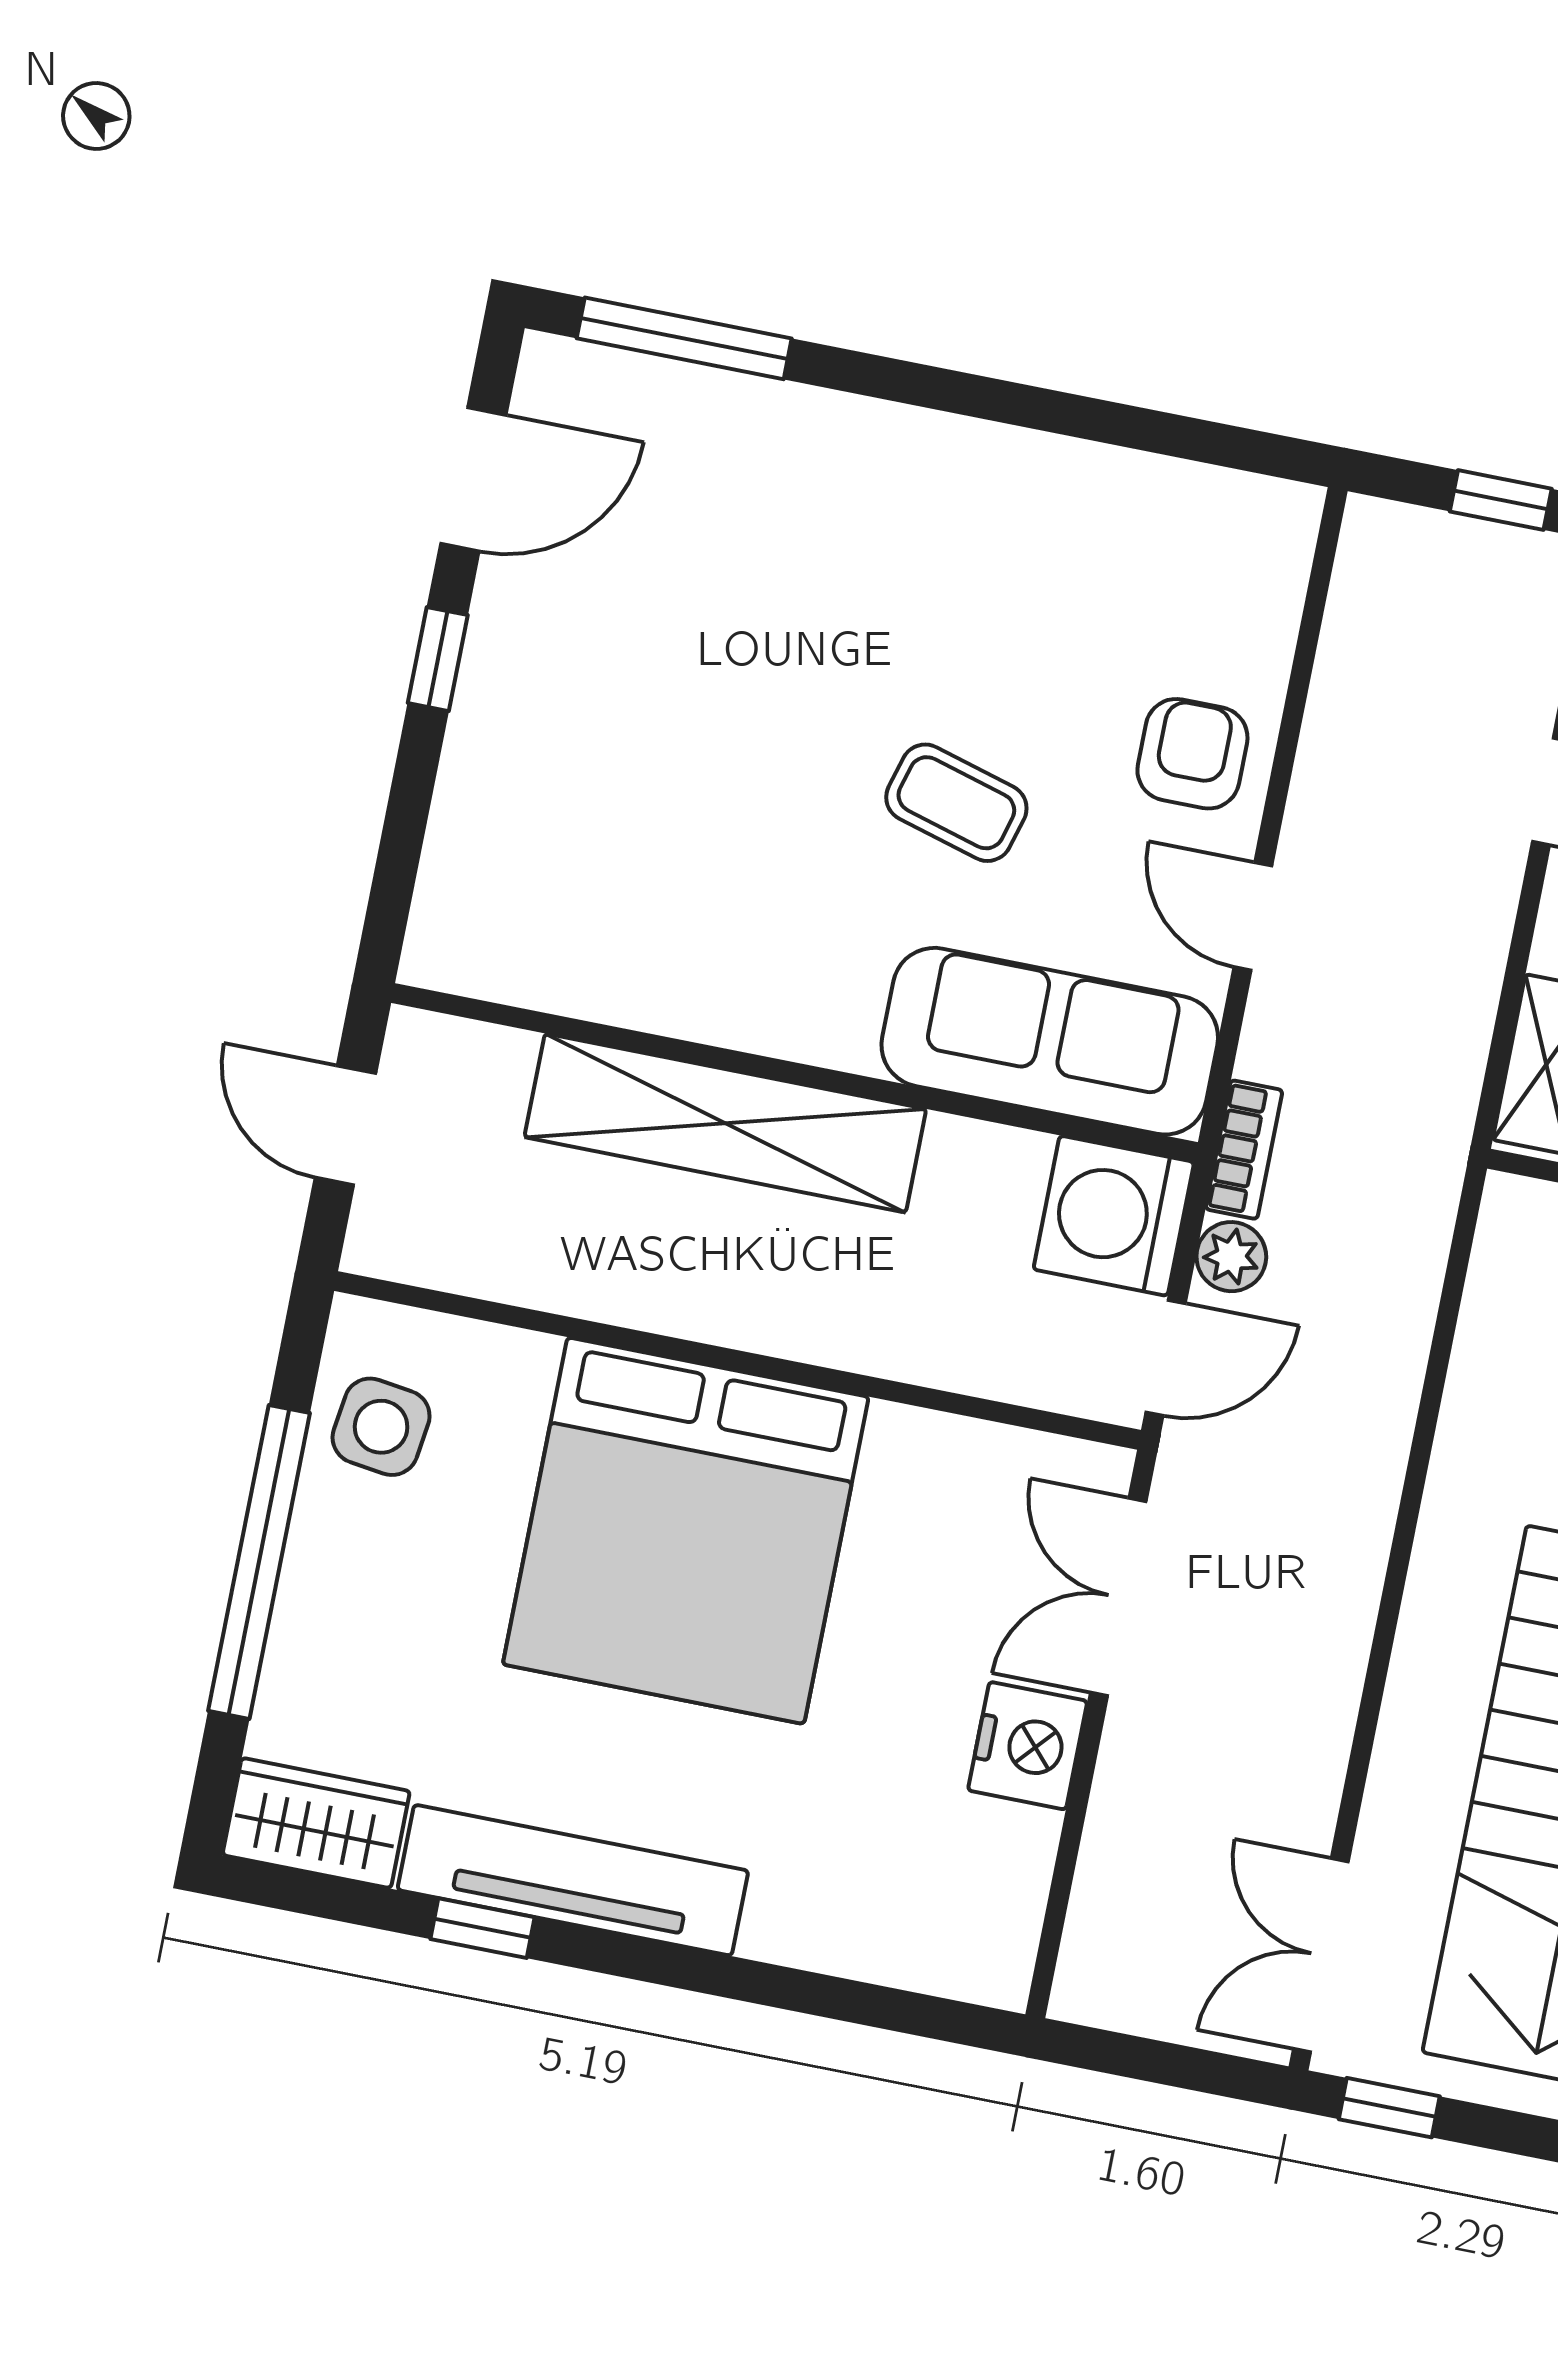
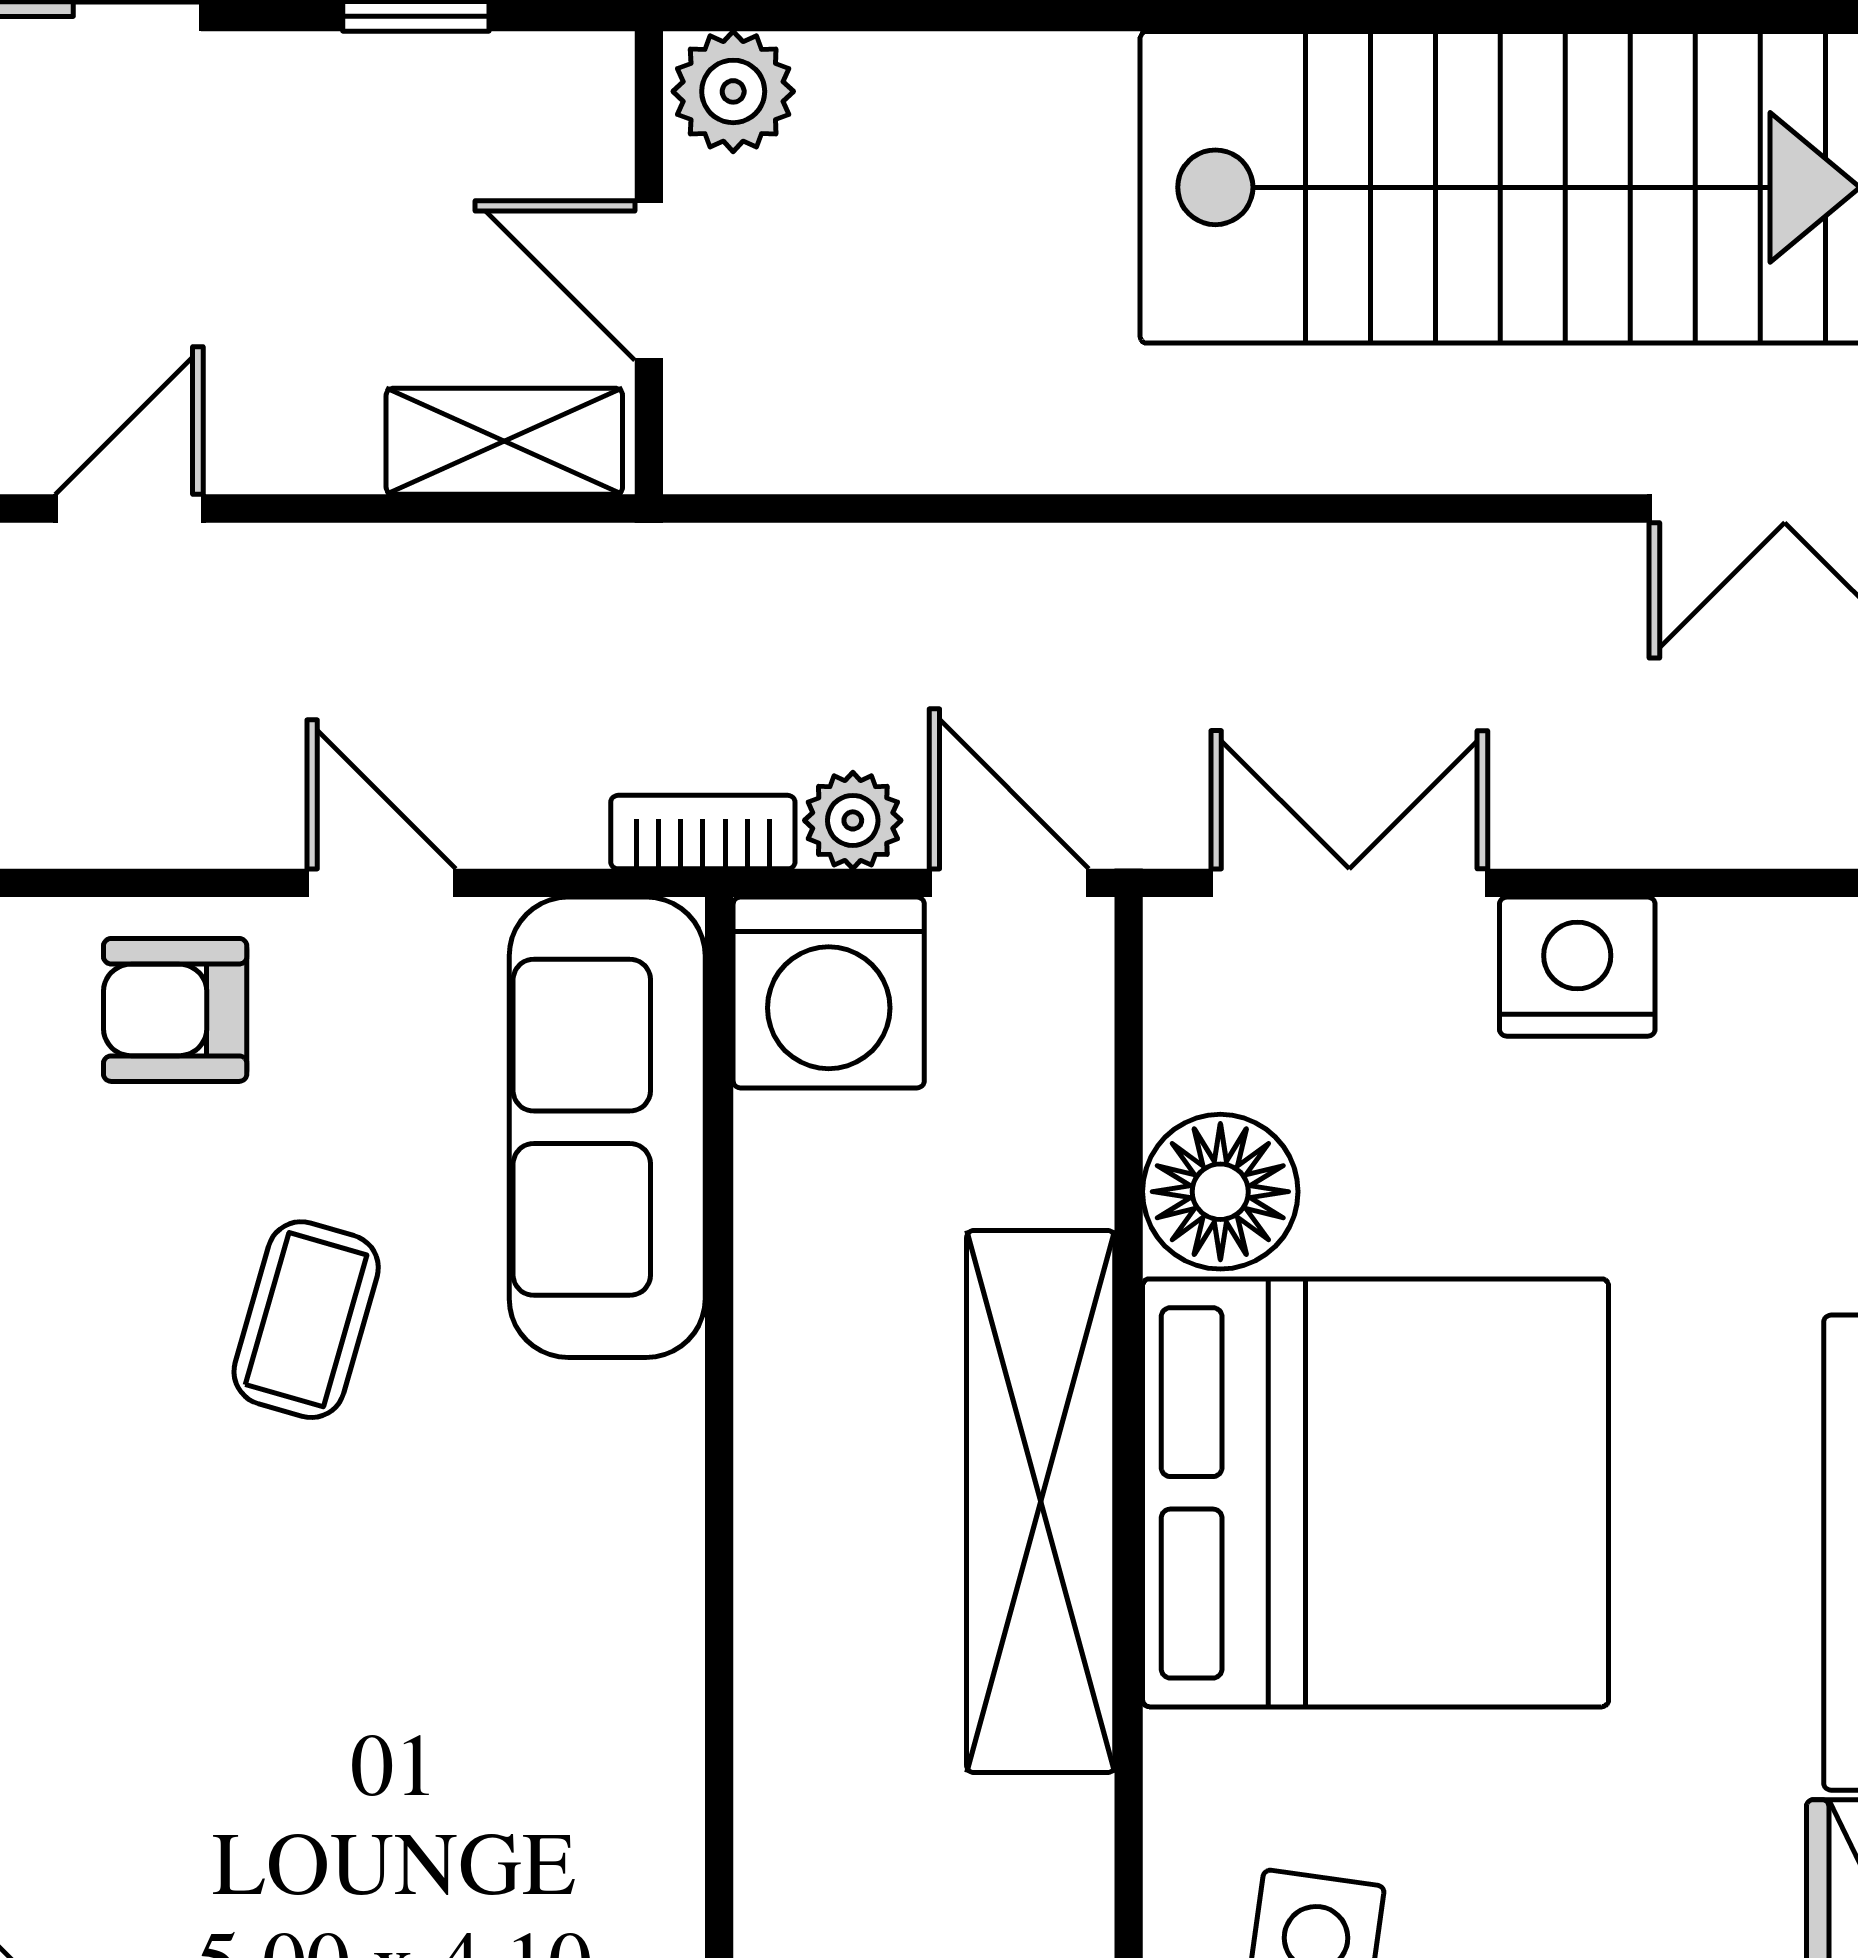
door: (1253, 916) -> (381, 883), swing flipped
shelving: (725, 1123) -> (1041, 1502), moved
floor lamp: (919, 1463) -> (1220, 1192), added
double door: (1118, 1597) -> (1349, 883), swing flipped

